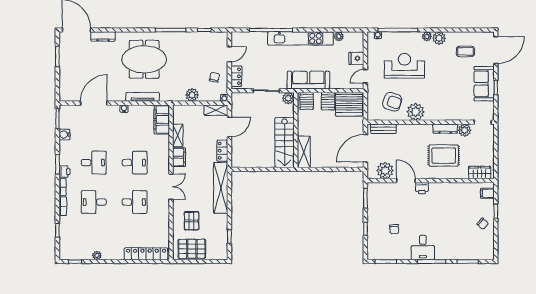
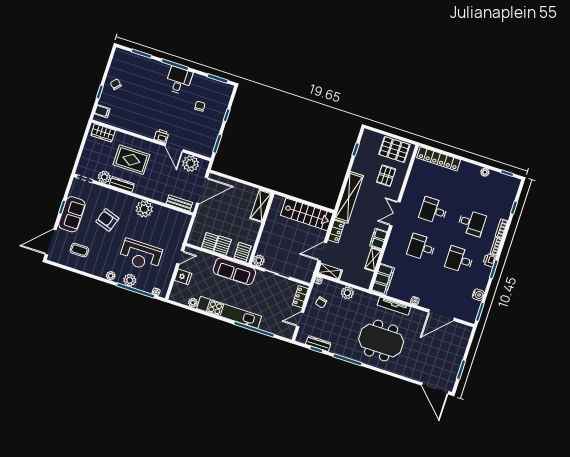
dresser: (103, 36) -> (318, 344), moved
plant: (439, 38) -> (130, 280), moved
armchair: (392, 102) -> (107, 220), moved
server rack: (349, 104) -> (210, 242), width x0.46, depth x0.70
stairs: (285, 143) -> (307, 214), moved, turned 90

